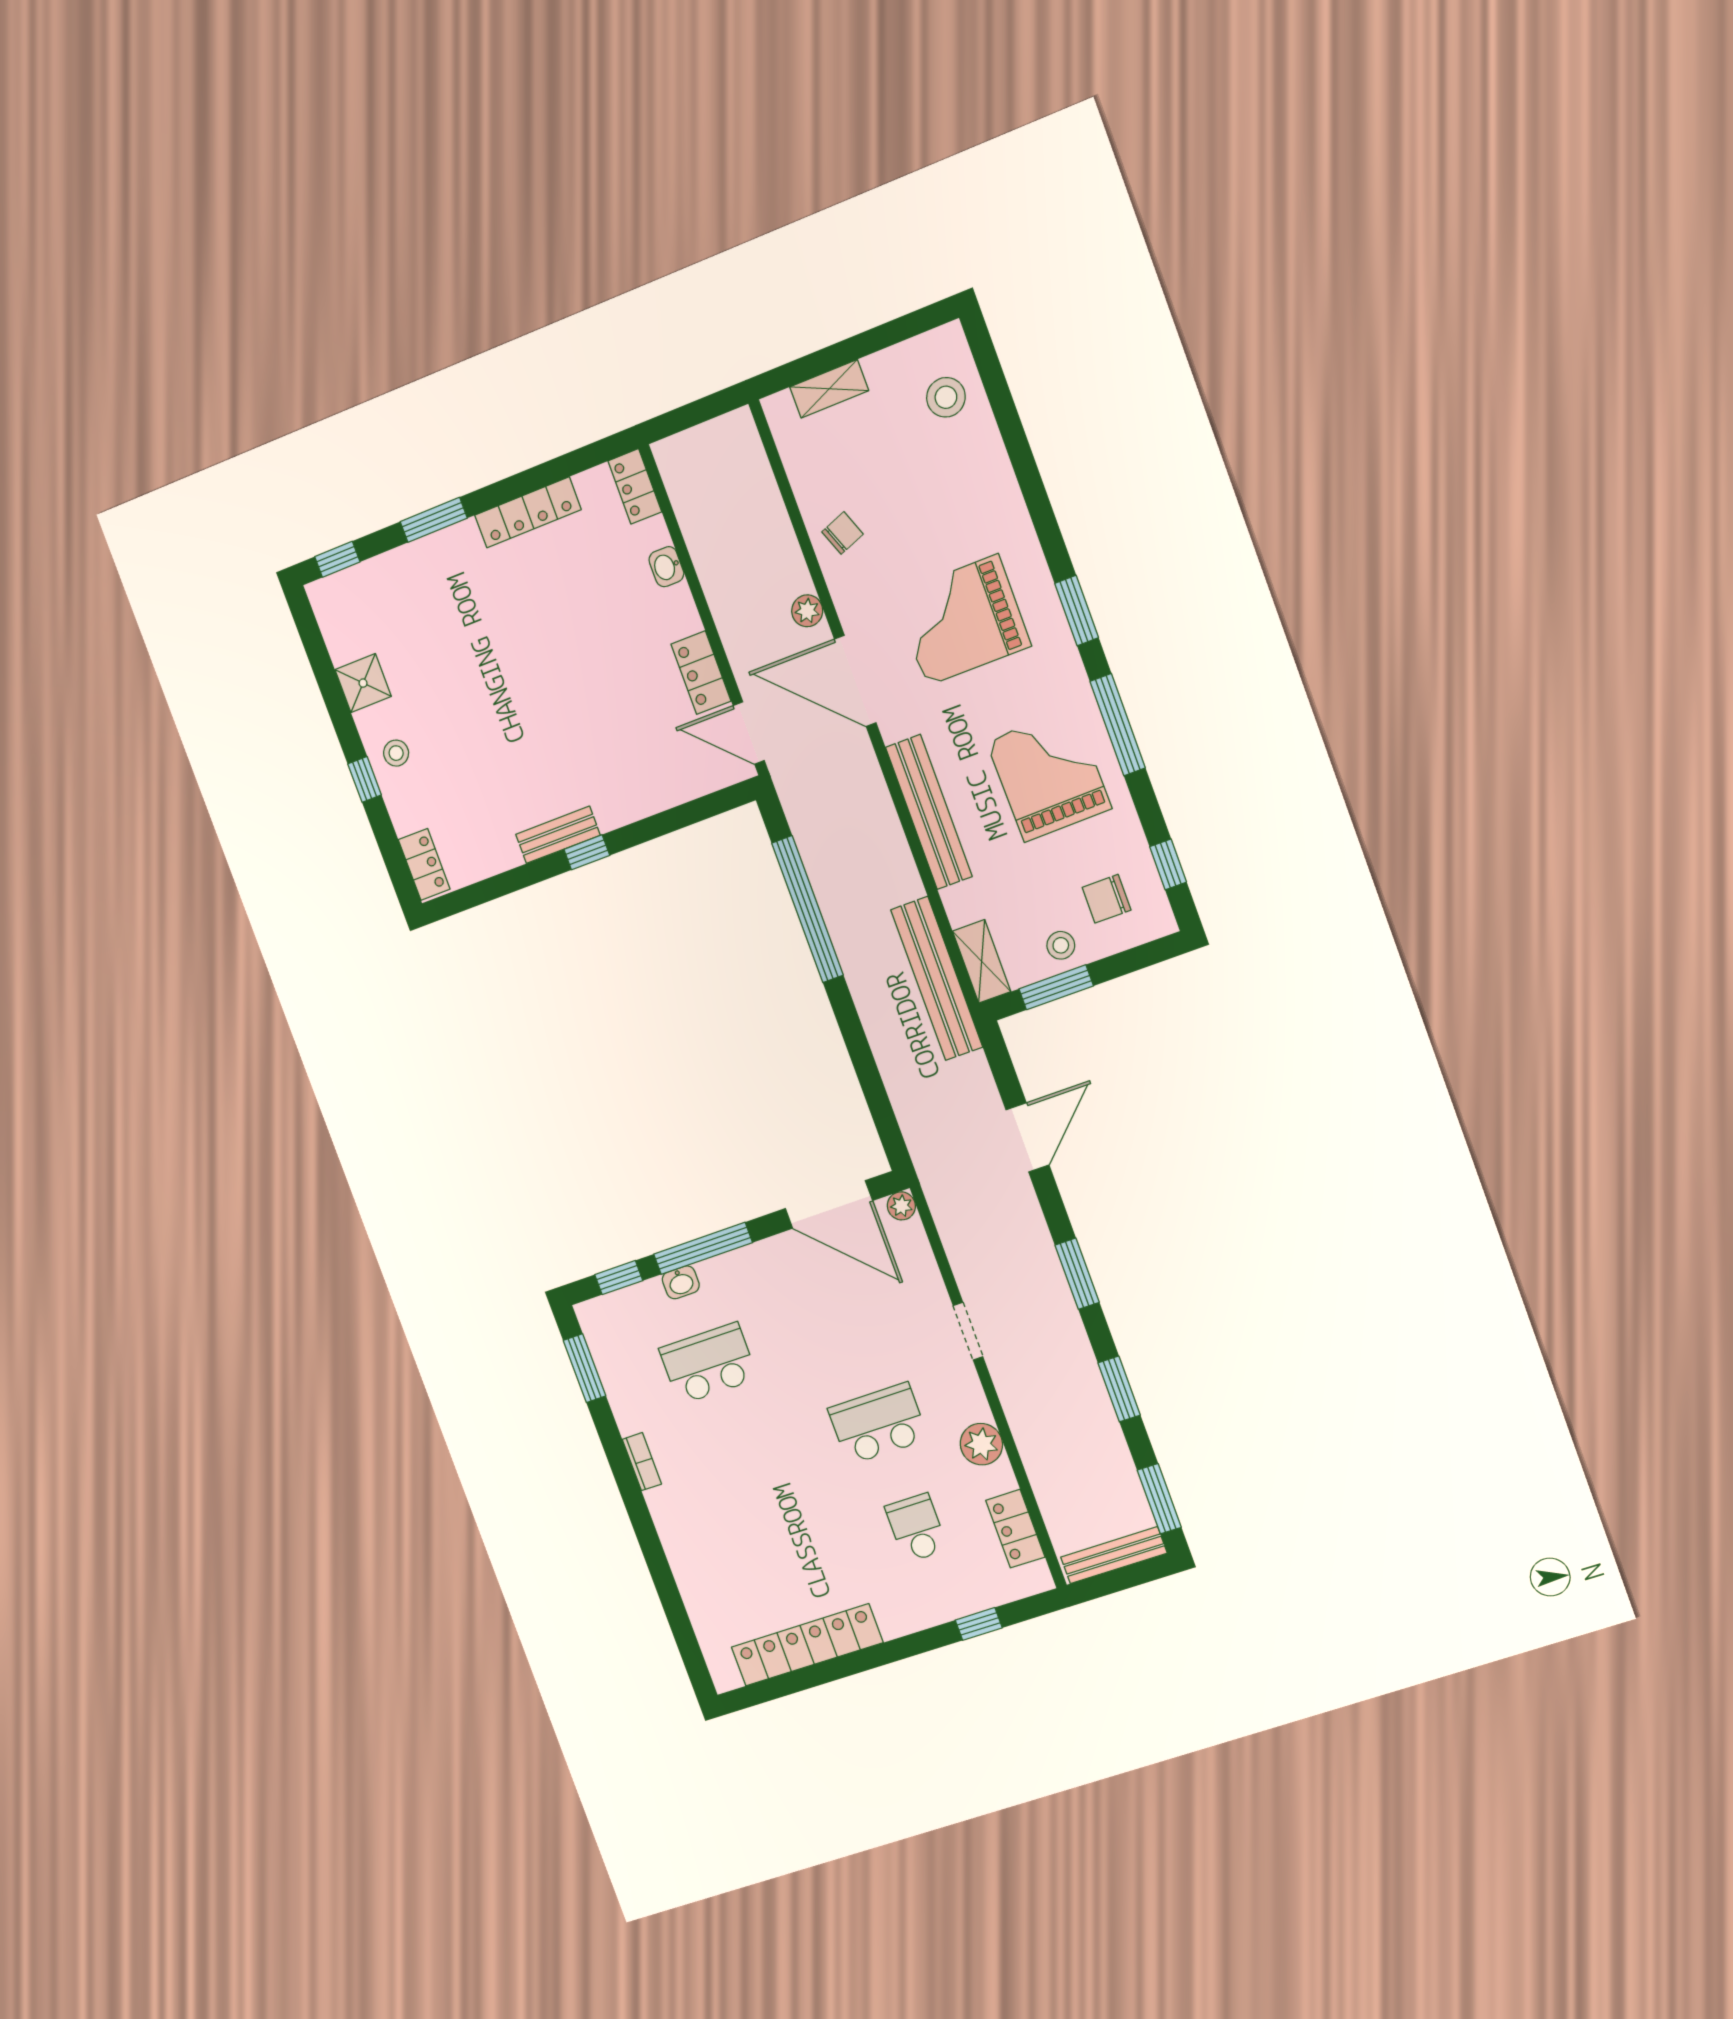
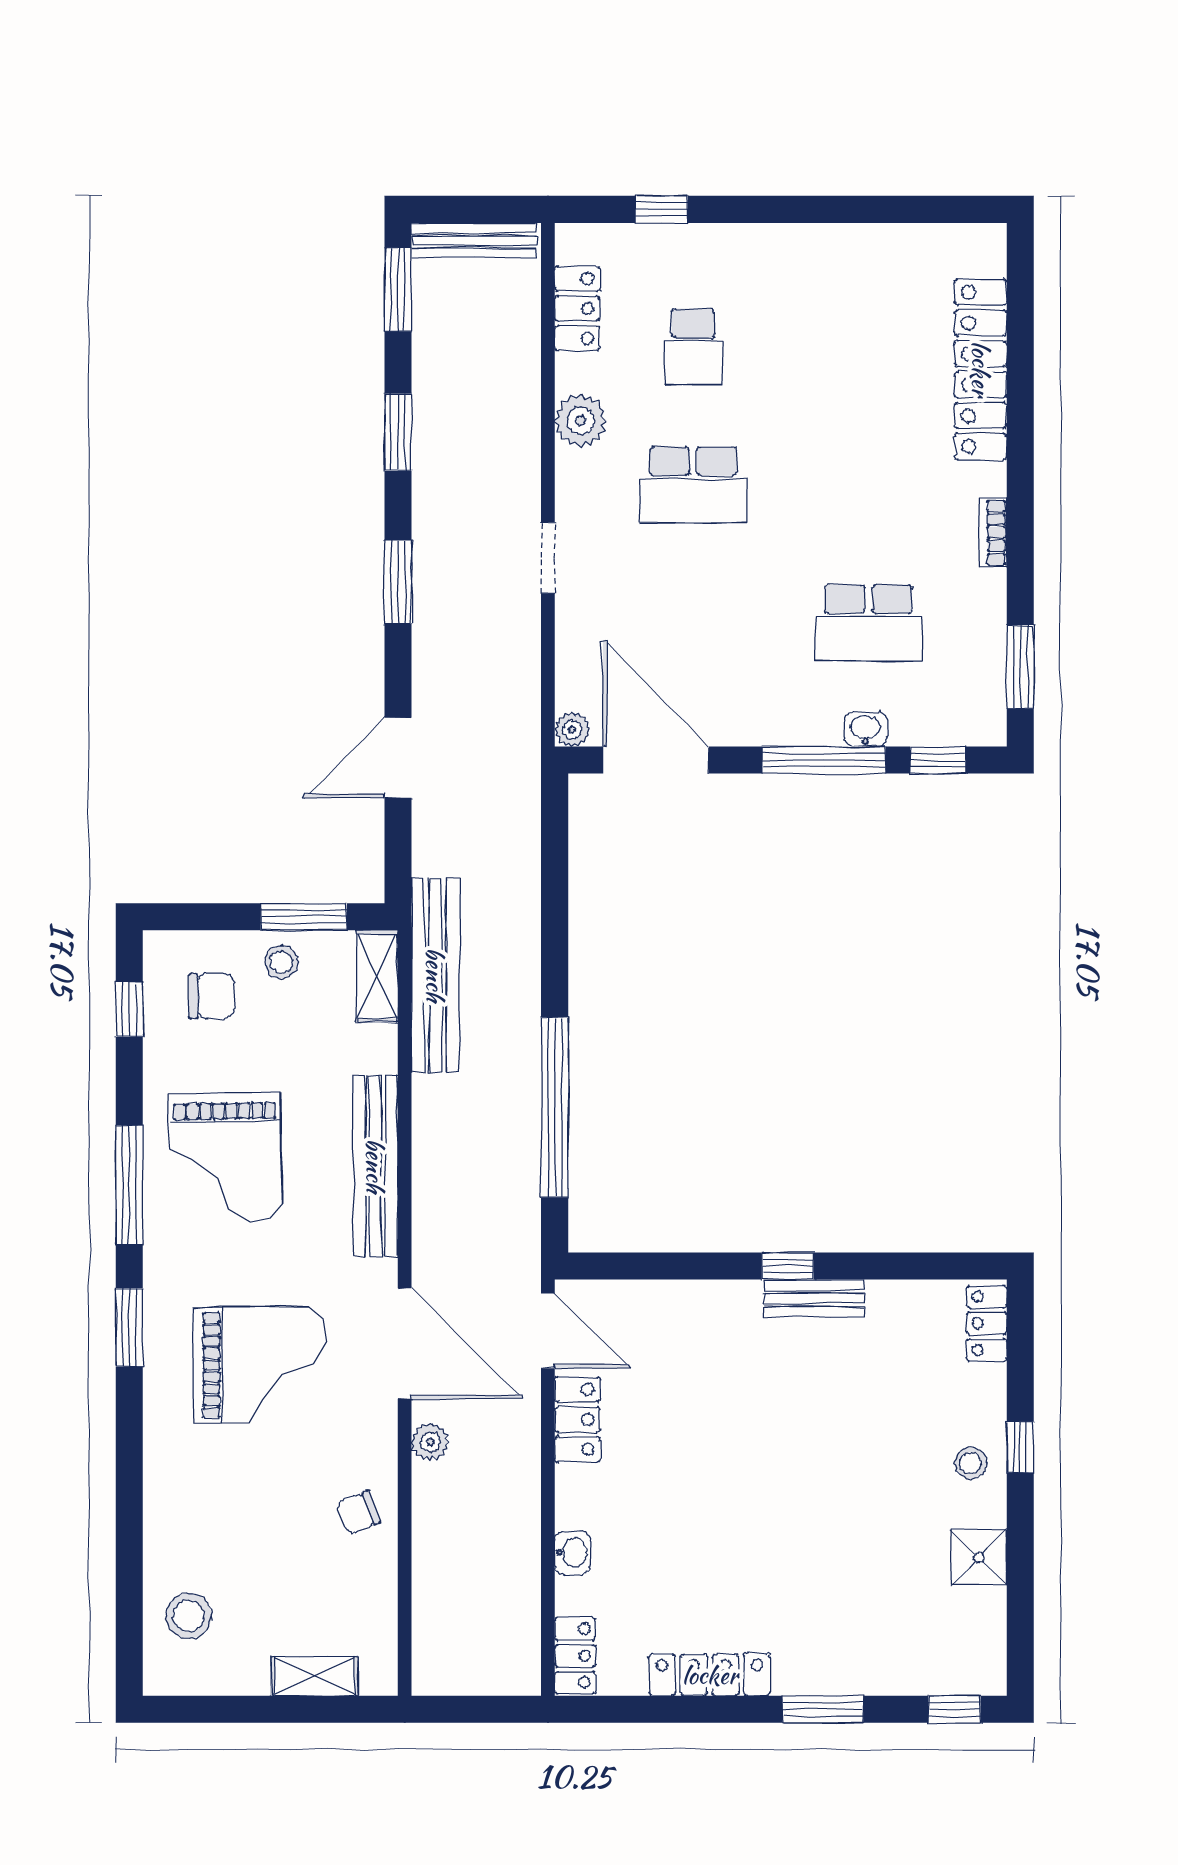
locker: (807, 1645) -> (981, 369), moved, turned 90

